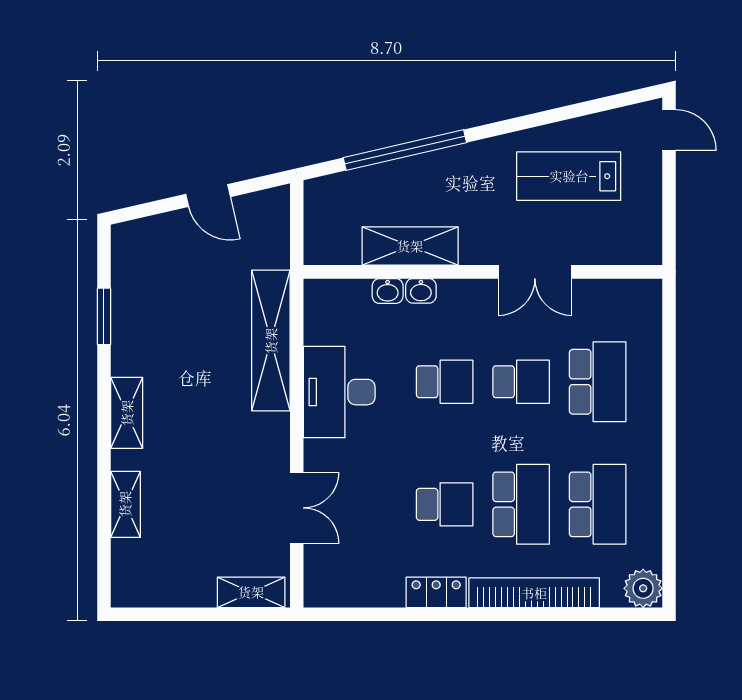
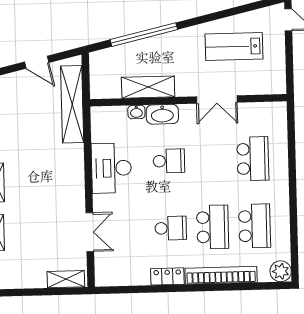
washbasin: (421, 291) -> (162, 114), width x1.91, depth x1.45
shelving: (271, 341) -> (72, 104), moved
school desk: (521, 382) -> (211, 160), removed

